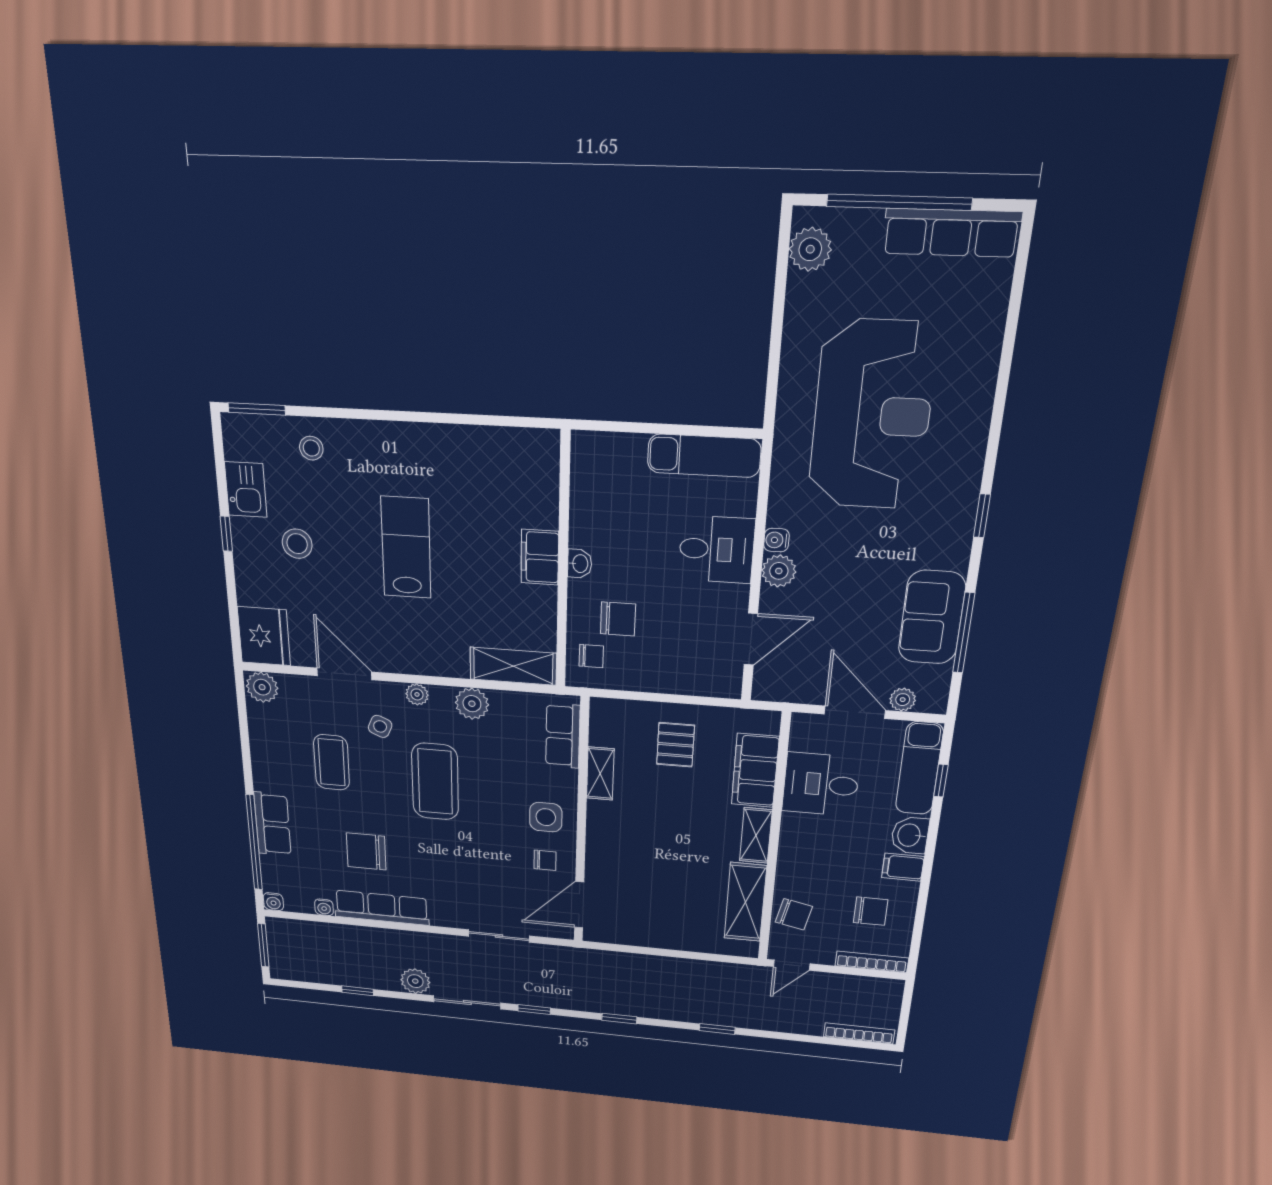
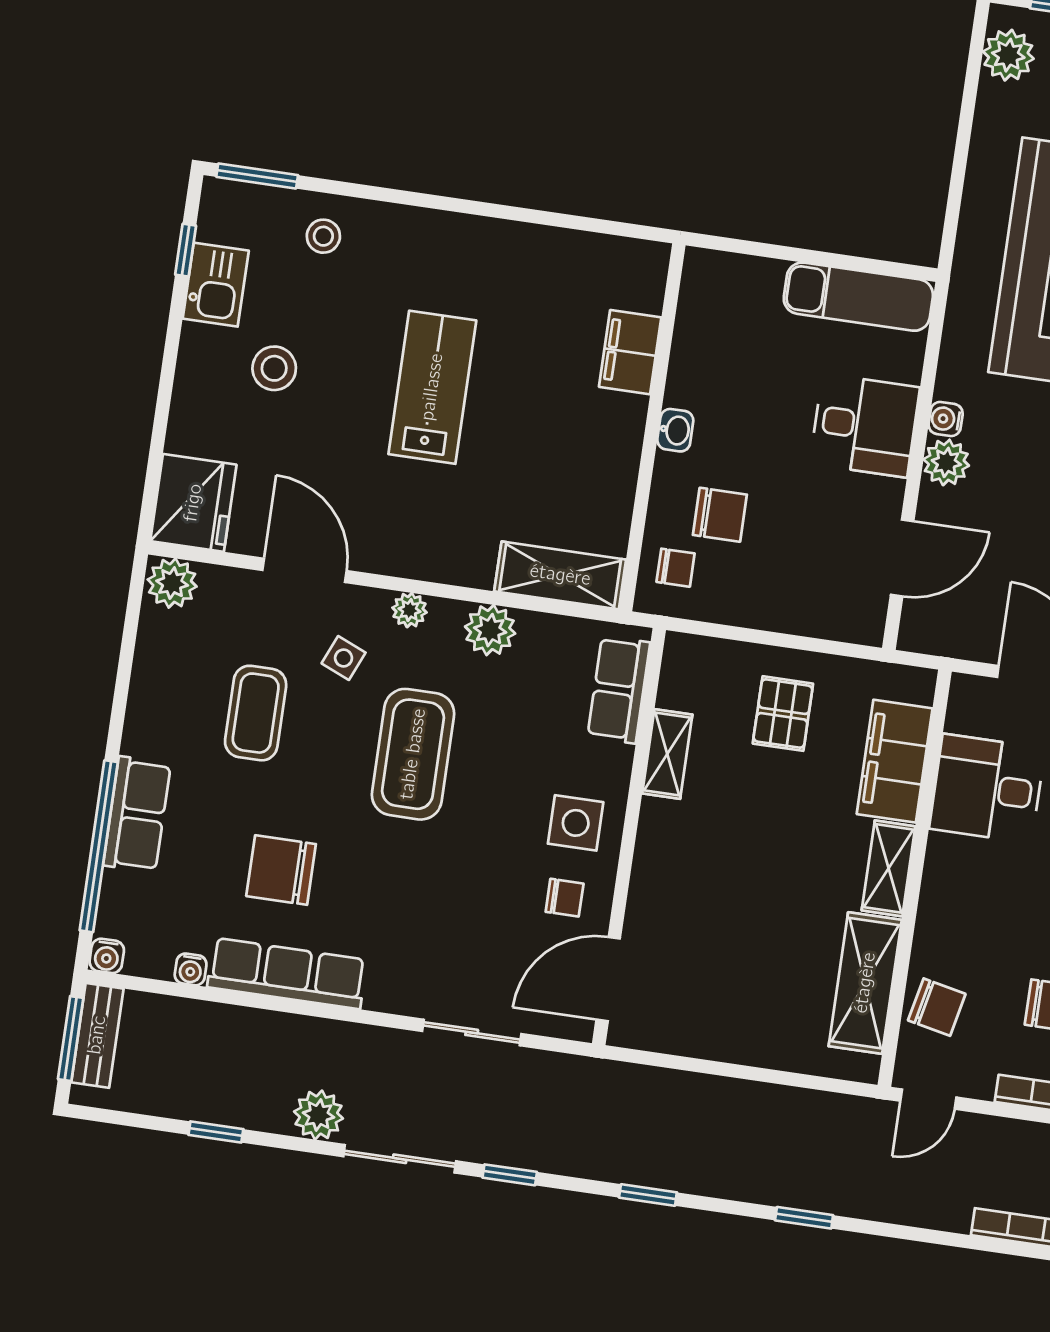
window: (226, 534) -> (186, 250), moved
filing cabinet: (540, 557) -> (630, 352), moved
bench: (278, 943) -> (97, 1035), added

